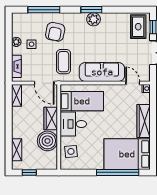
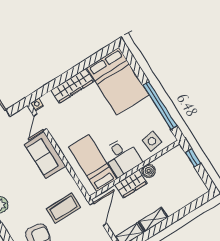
sofa: (102, 72) -> (45, 155), width x0.73
boiler: (47, 141) -> (149, 171), width x0.54, depth x0.54
shelving: (17, 150) -> (153, 220), moved
window: (29, 172) -> (193, 158), moved
window: (118, 172) -> (160, 105), moved

